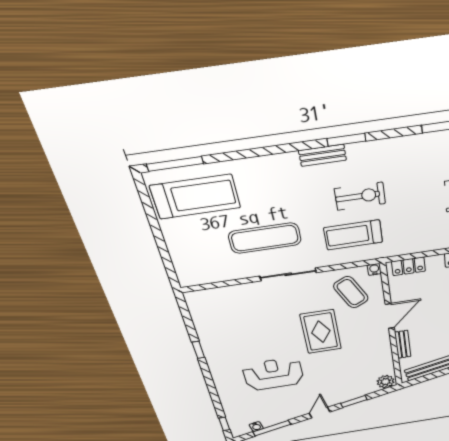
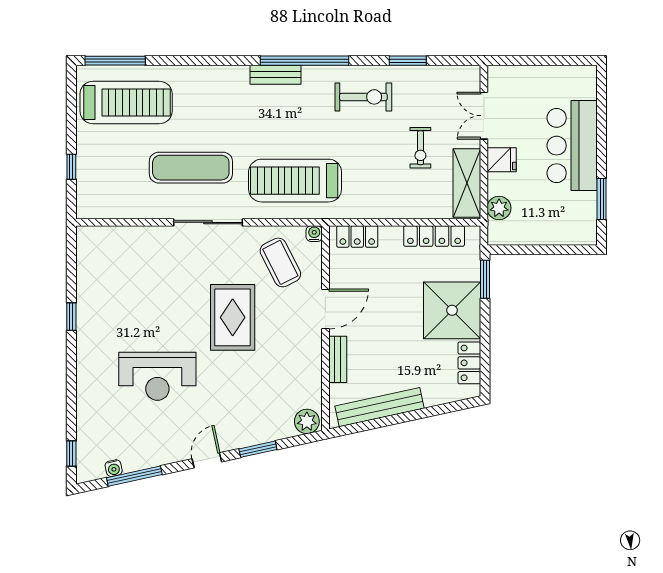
window: (346, 140) -> (305, 61), width x2.11
exercise bike: (360, 196) -> (363, 97), moved
treadmill: (353, 235) -> (295, 181), width x1.37, depth x1.38
window: (164, 252) -> (71, 167), added
reception desk: (273, 374) -> (157, 376), turned 180

